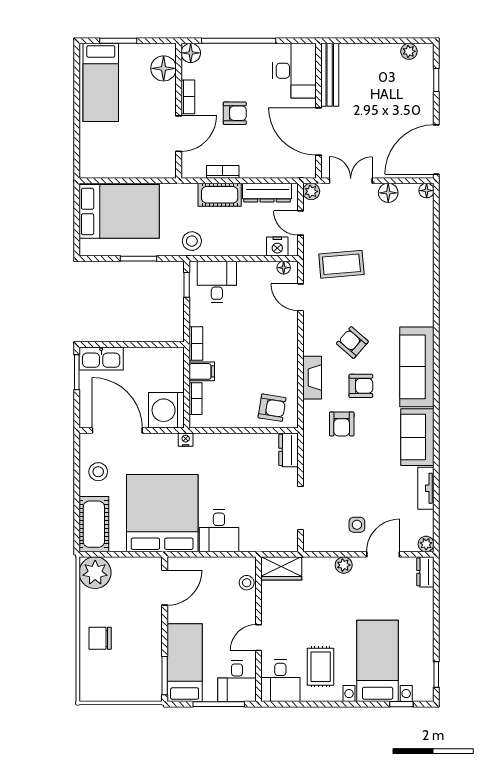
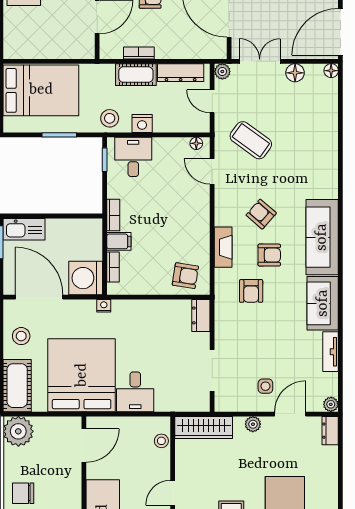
nightstand: (277, 247) -> (142, 123), moved
coffee table: (341, 264) -> (251, 140), turned 41
wardrobe: (281, 568) -> (204, 427), width x1.50

